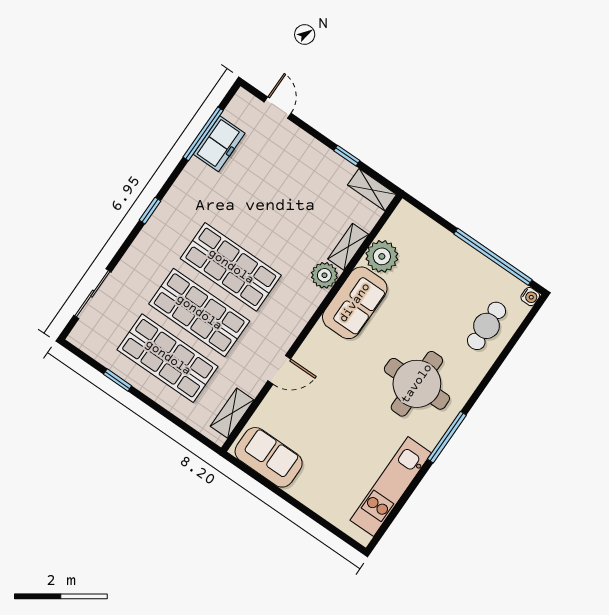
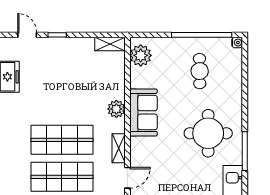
window: (347, 156) -> (57, 35), moved
shelving: (348, 247) -> (119, 148), moved
plant: (382, 256) -> (141, 55), moved
cafe table: (487, 326) -> (200, 71), moved

